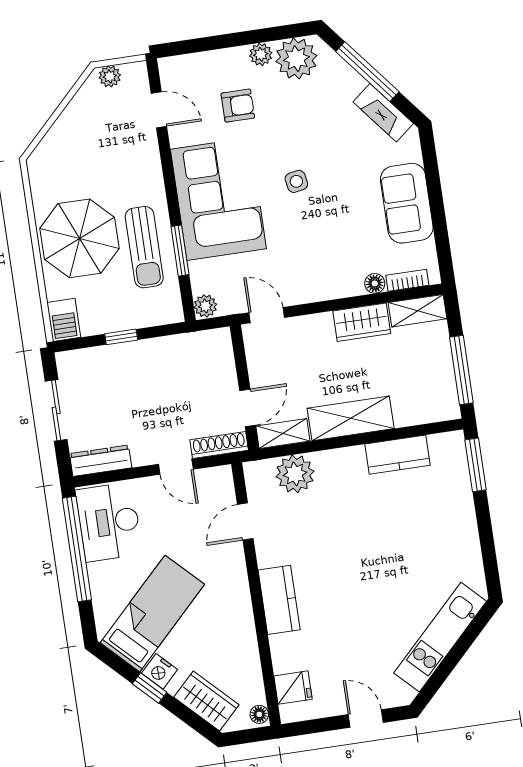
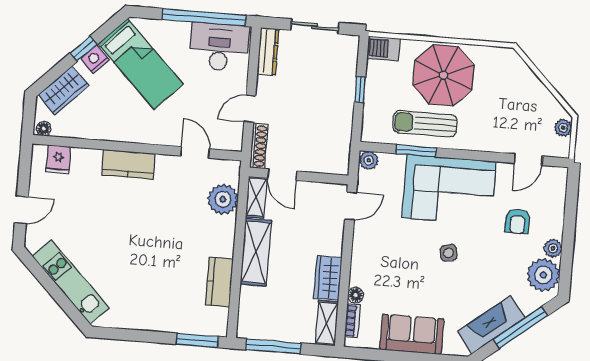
fireplace: (383, 113) -> (491, 325), width x1.37, depth x1.32

